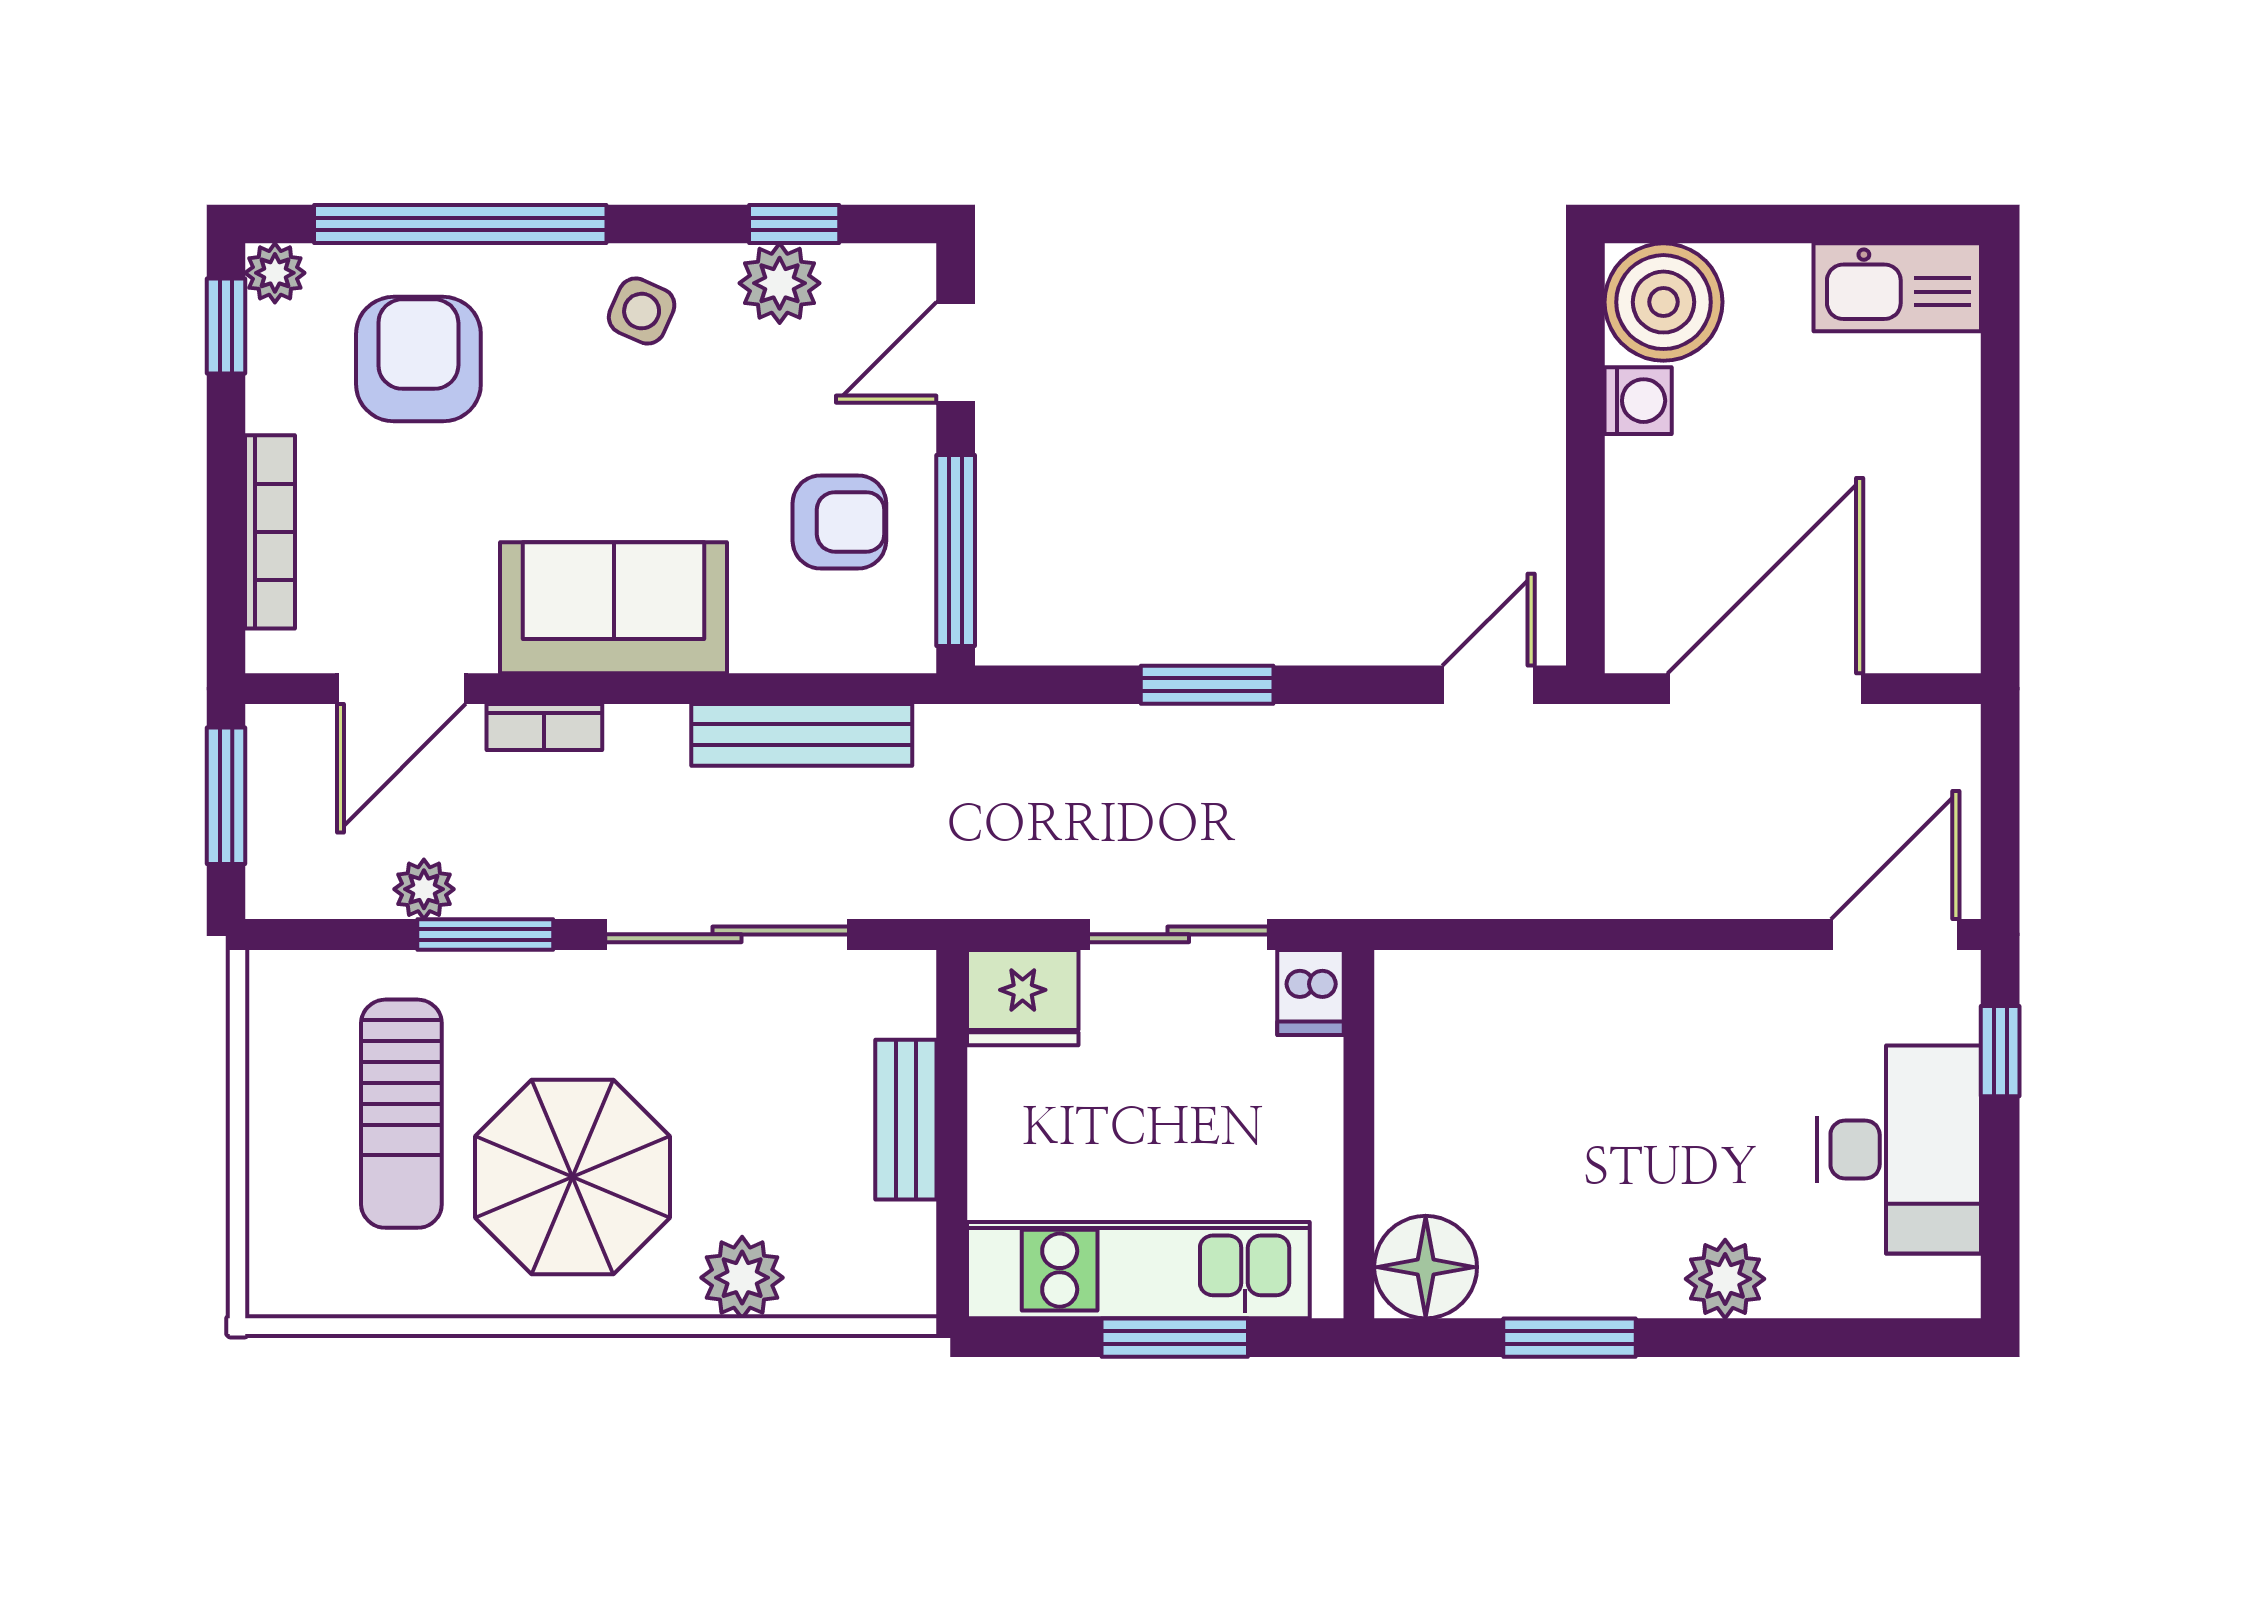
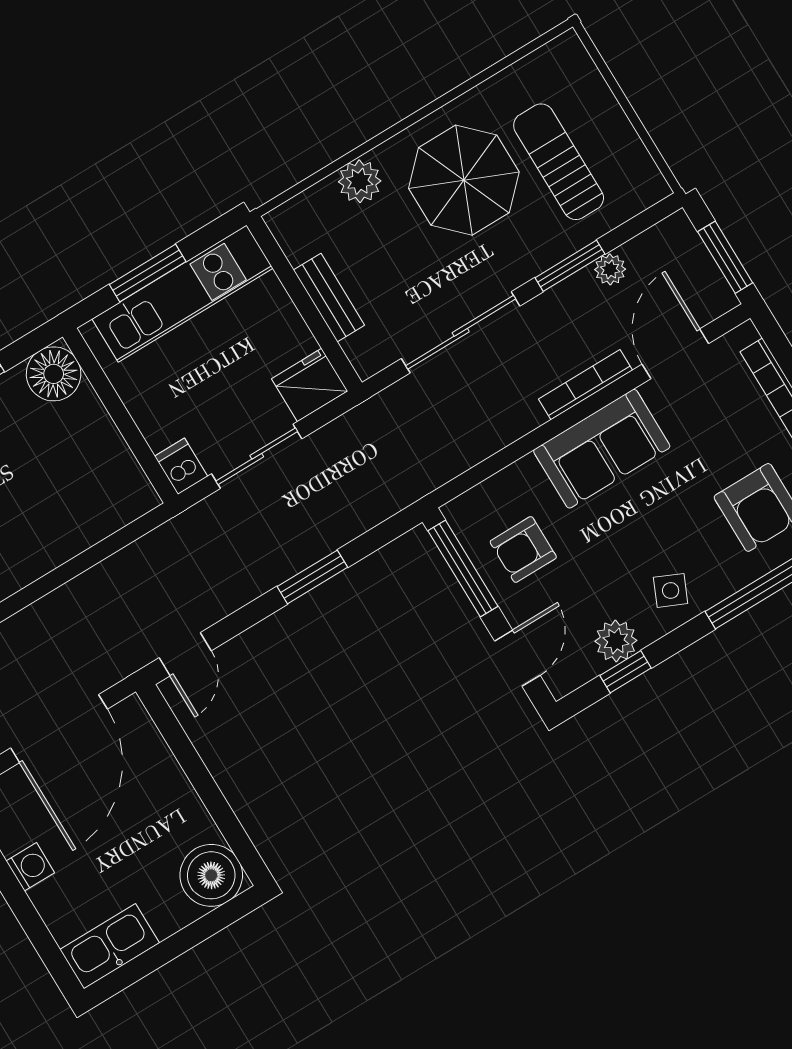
washing machine: (1638, 401) -> (30, 867), moved, turned 180
bookcase: (544, 727) -> (586, 385), width x1.56
bench: (802, 735) -> (482, 443), removed

